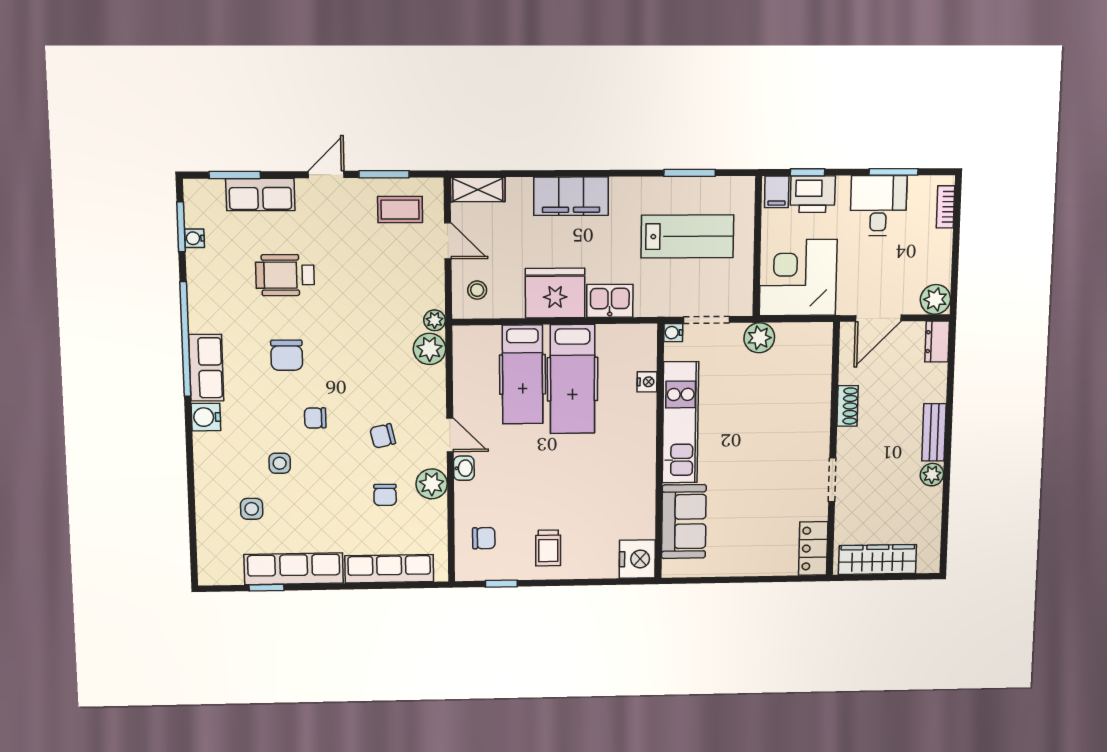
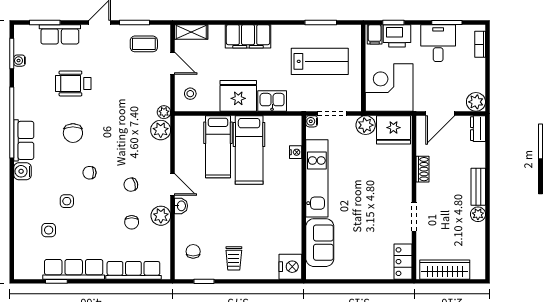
fridge: (803, 345) -> (393, 130), added
chair: (484, 538) -> (193, 251), turned -90

